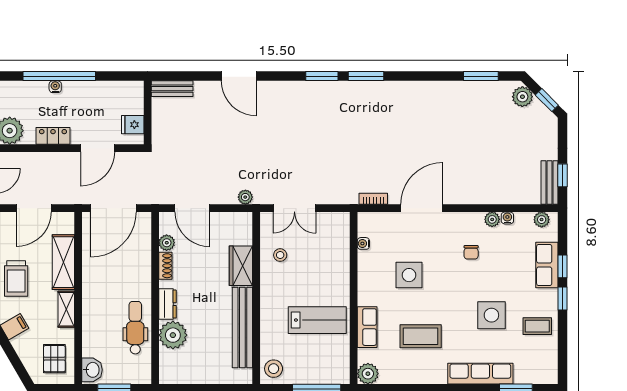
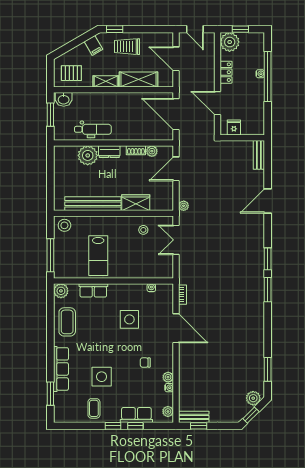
coffee table: (421, 336) -> (67, 322), moved

